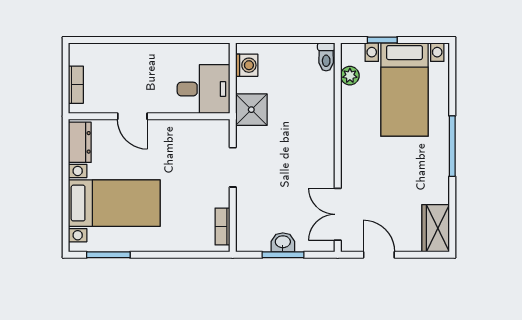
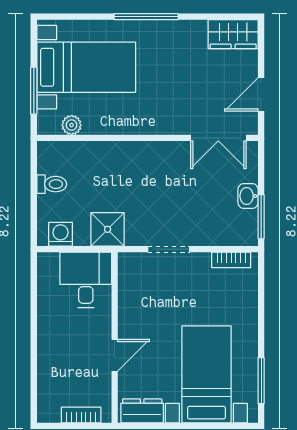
window: (382, 40) -> (34, 91), width x1.50
toilet: (326, 57) -> (52, 184), moved
window: (283, 255) -> (261, 217), moved

